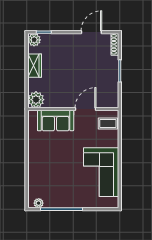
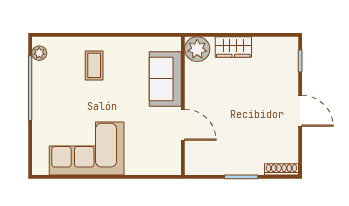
door: (91, 32) -> (300, 111), moved
plant: (34, 40) -> (288, 46), removed
wardrobe: (35, 66) -> (233, 47), moved
coffee table: (108, 123) -> (94, 65), moved

